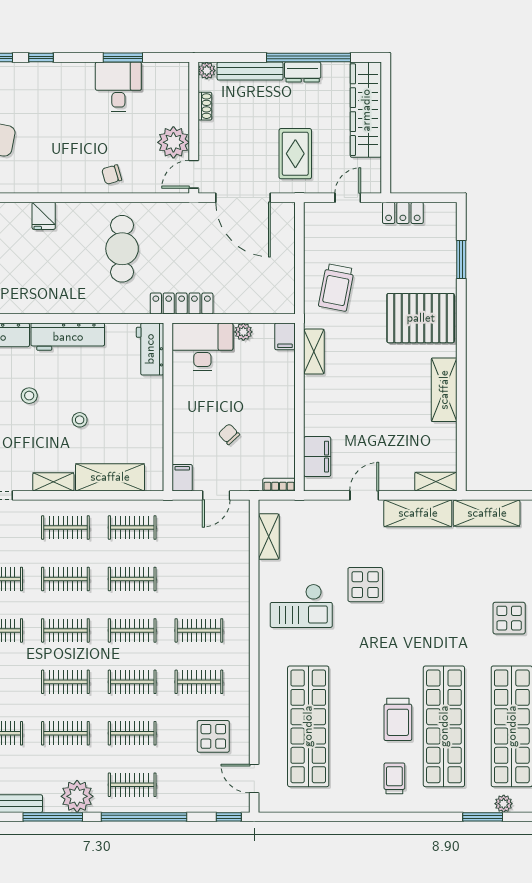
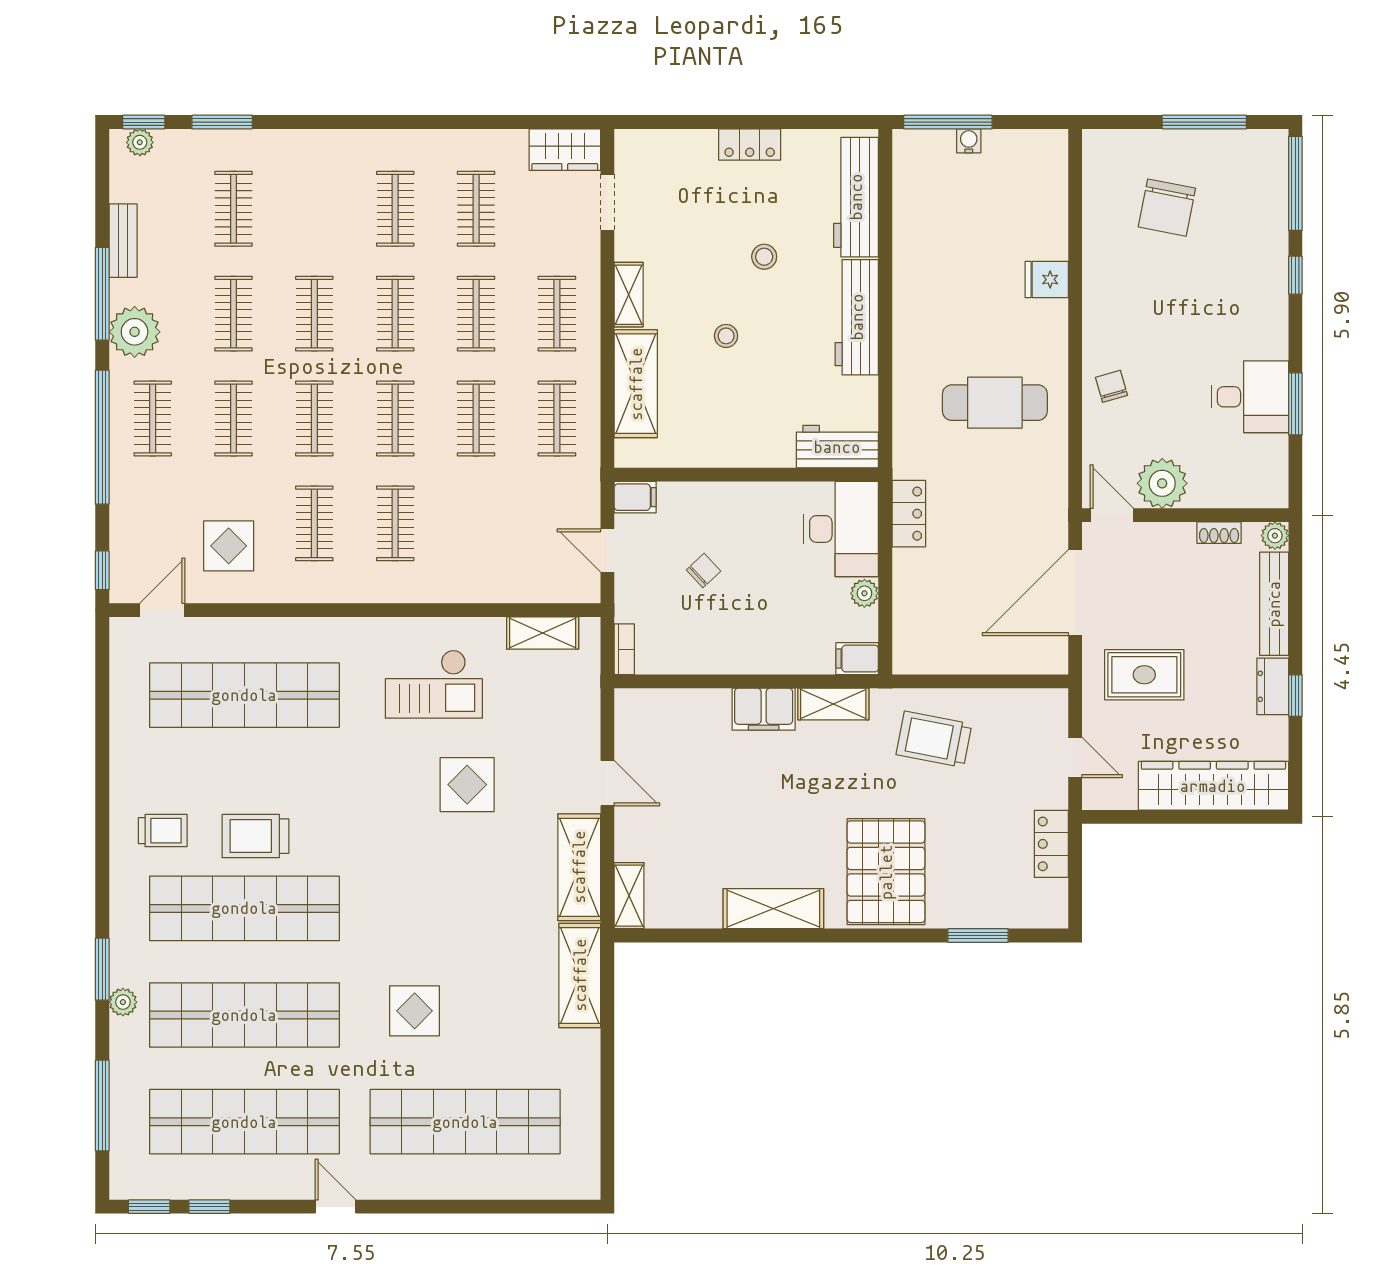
window: (309, 58) -> (1295, 696), width x0.32
locker: (182, 304) -> (909, 514), width x0.66
filing cabinet: (317, 457) -> (764, 709), moved
checkout: (301, 606) -> (434, 684), turned -90

